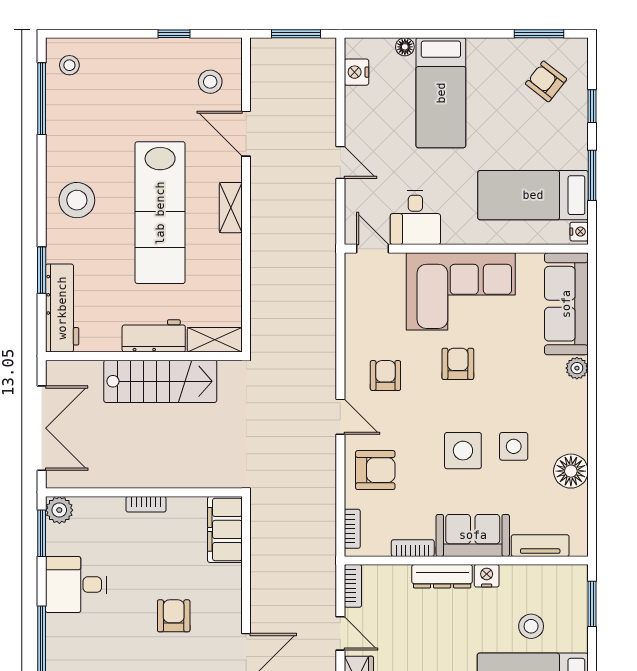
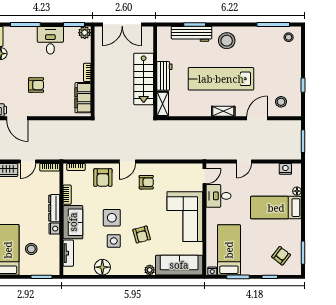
workbench: (62, 308) -> (192, 34), moved
armchair: (458, 364) -> (142, 235), moved, turned 75
filing cabinet: (225, 529) -> (83, 98), moved, turned -90

